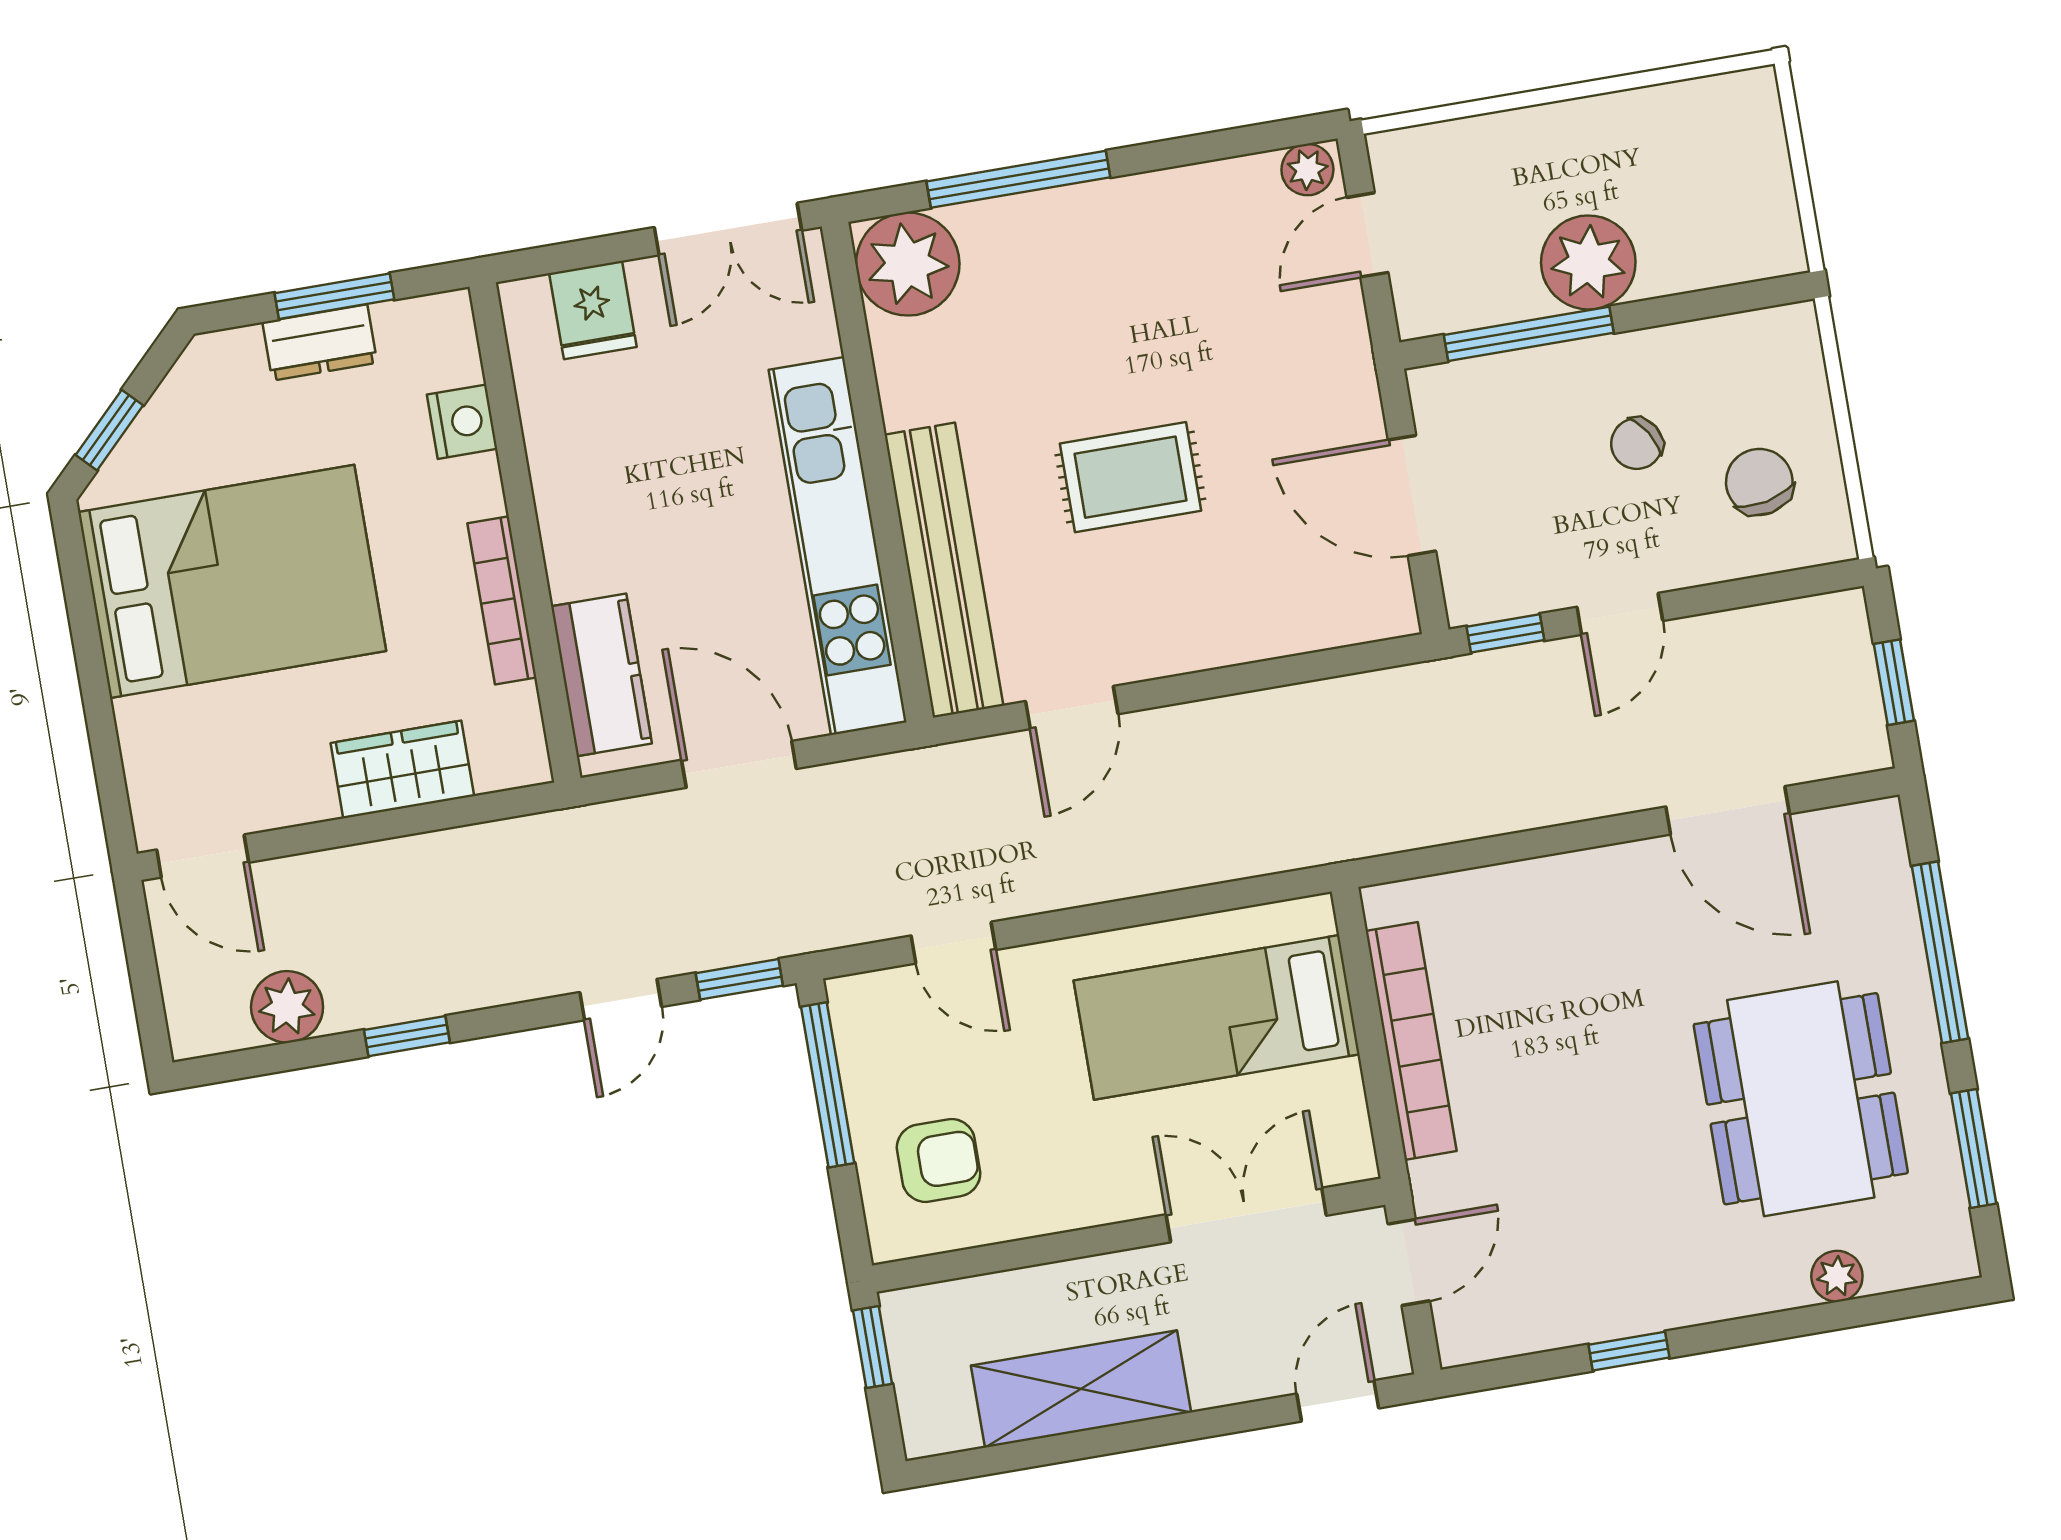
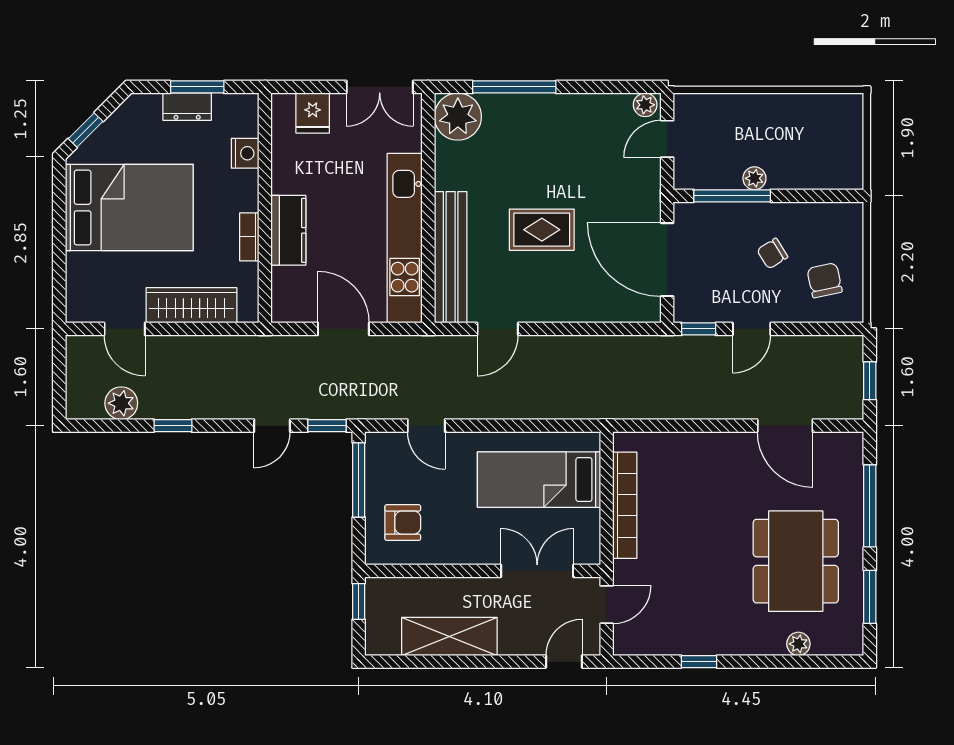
plant: (1588, 262) -> (754, 178), width x0.53, depth x0.53
door: (1412, 496) -> (667, 260), width x1.36
bookcase: (502, 600) -> (249, 237), width x0.64
kitchen counter: (601, 675) -> (288, 230), moved
wardrobe: (402, 770) -> (191, 305), width x1.50
door: (203, 856) -> (125, 329), moved

